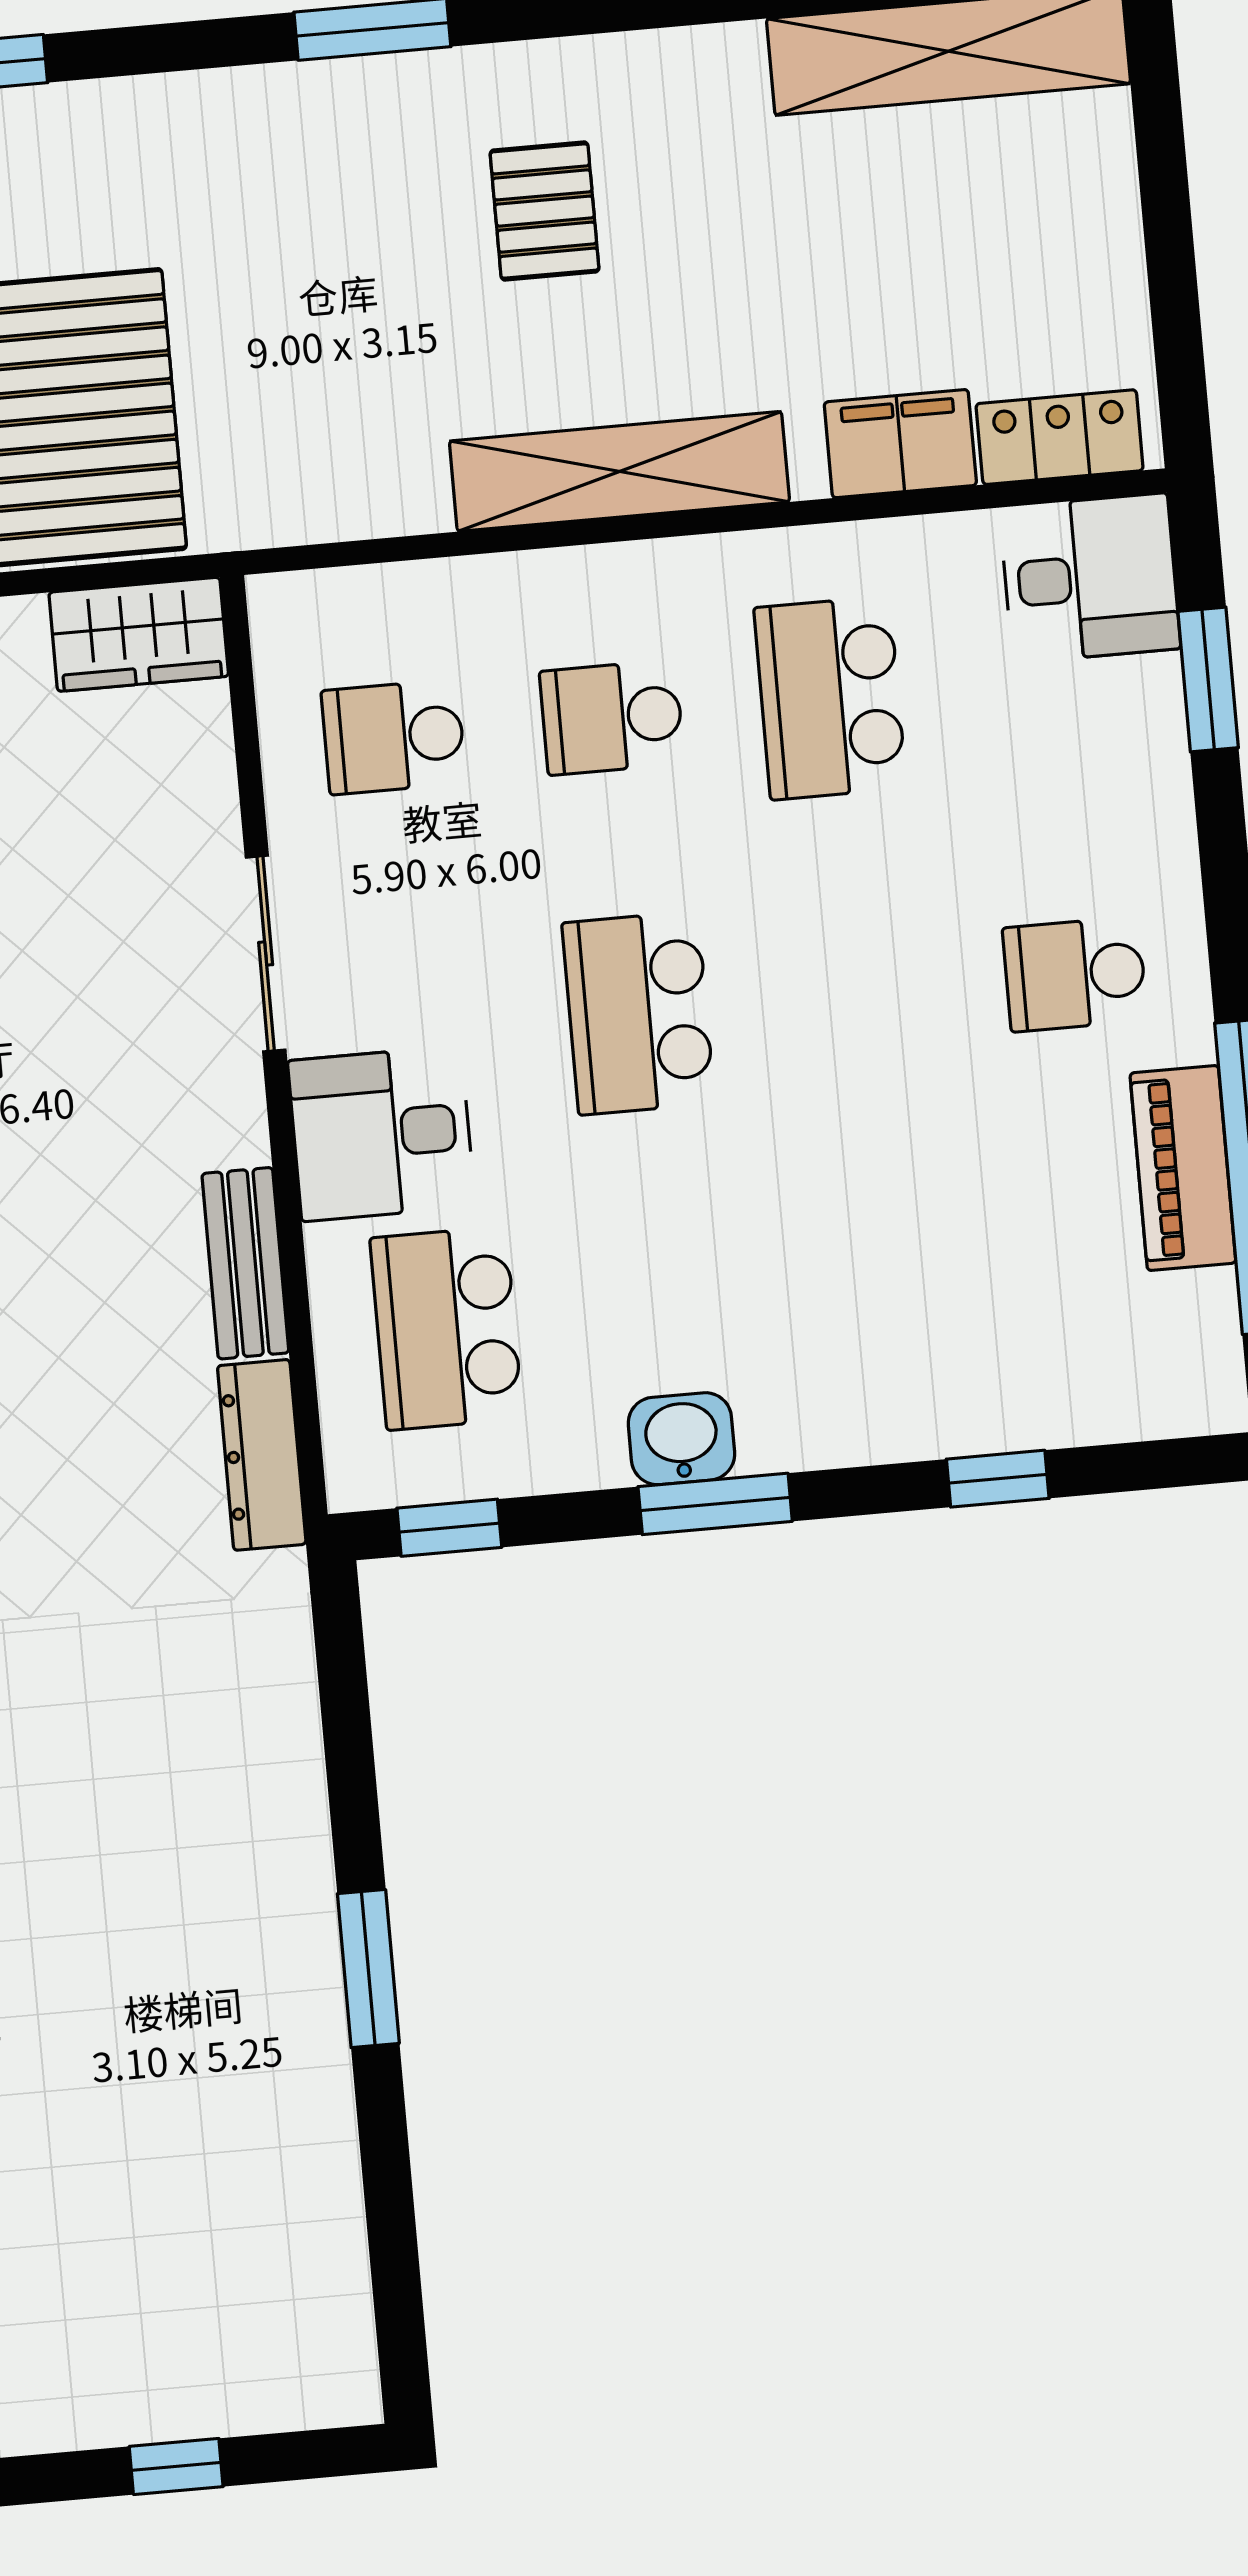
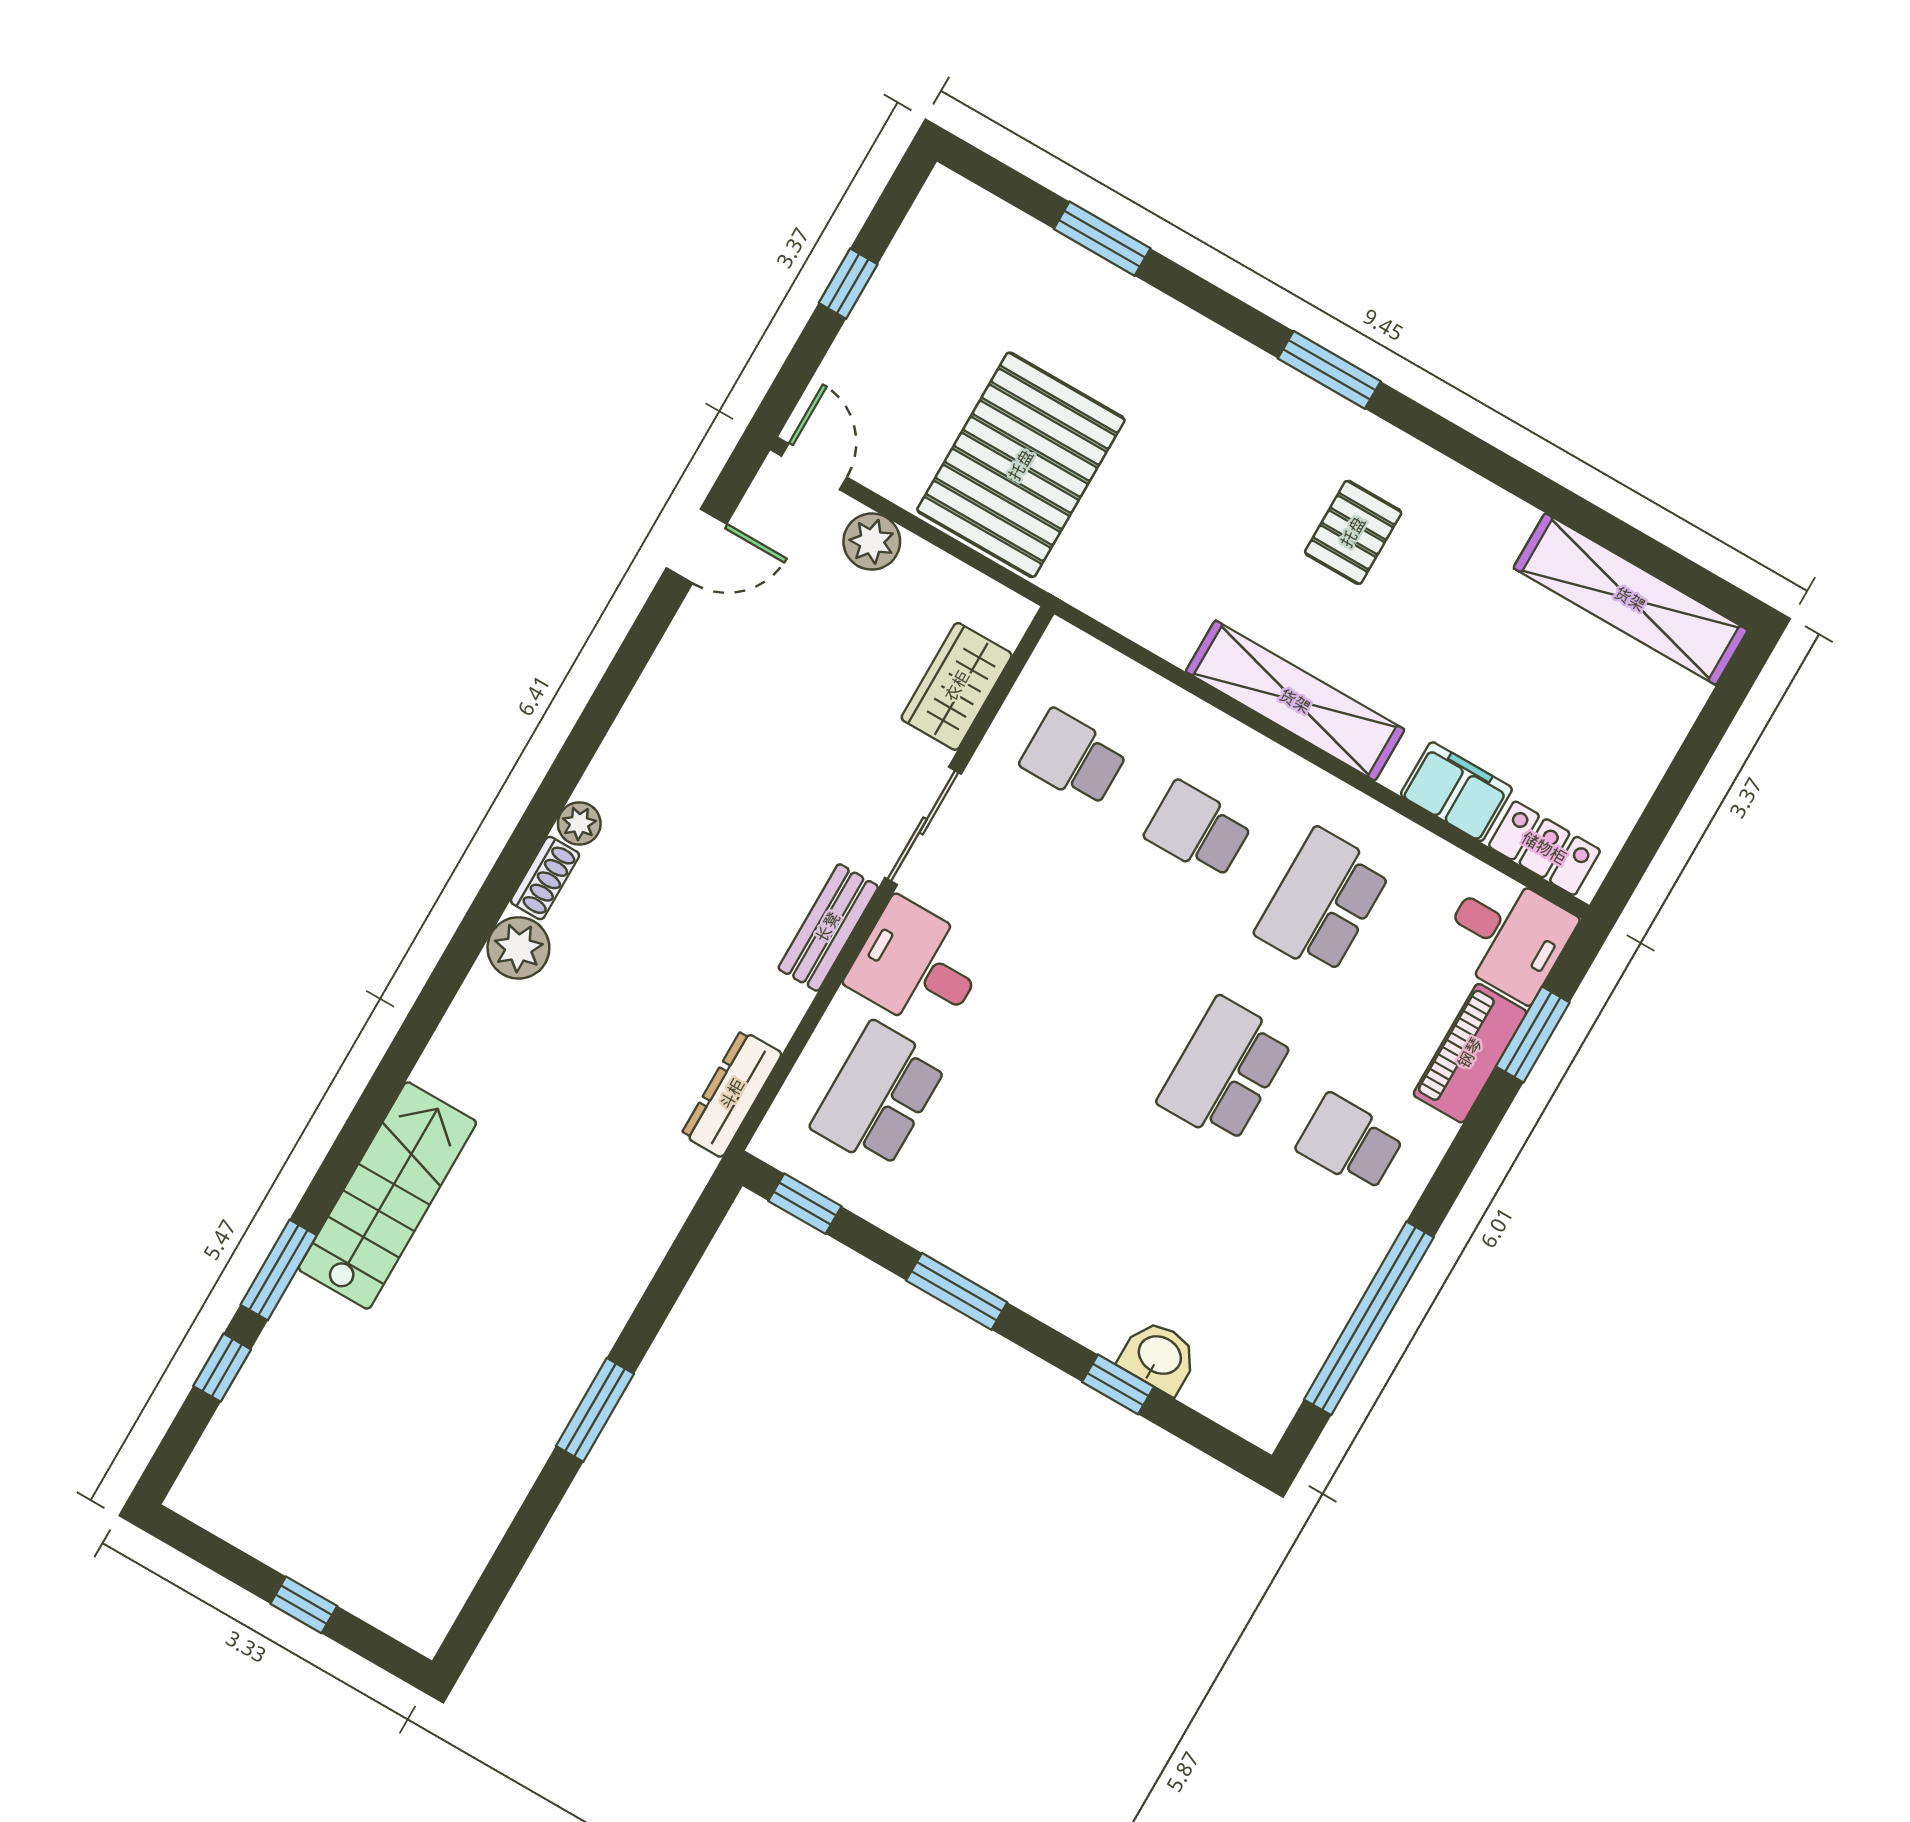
wardrobe: (139, 634) -> (957, 686), moved, turned 90
school desk: (638, 1013) -> (1225, 1071), moved
piano: (1183, 1168) -> (1470, 1053), moved
bench: (245, 1263) -> (828, 927), moved
washbasin: (681, 1439) -> (1159, 1356), moved

